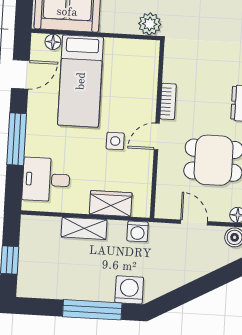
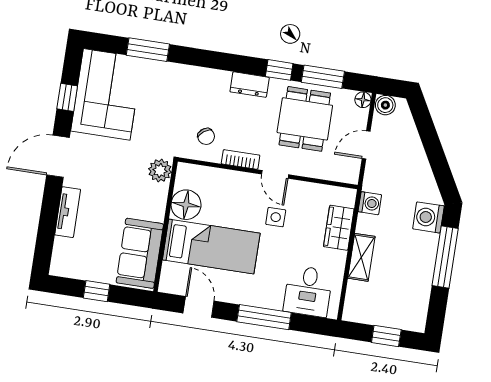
floor lamp: (53, 42) -> (186, 205), moved, width x1.89, depth x1.89
chair: (187, 66) -> (206, 136), added

